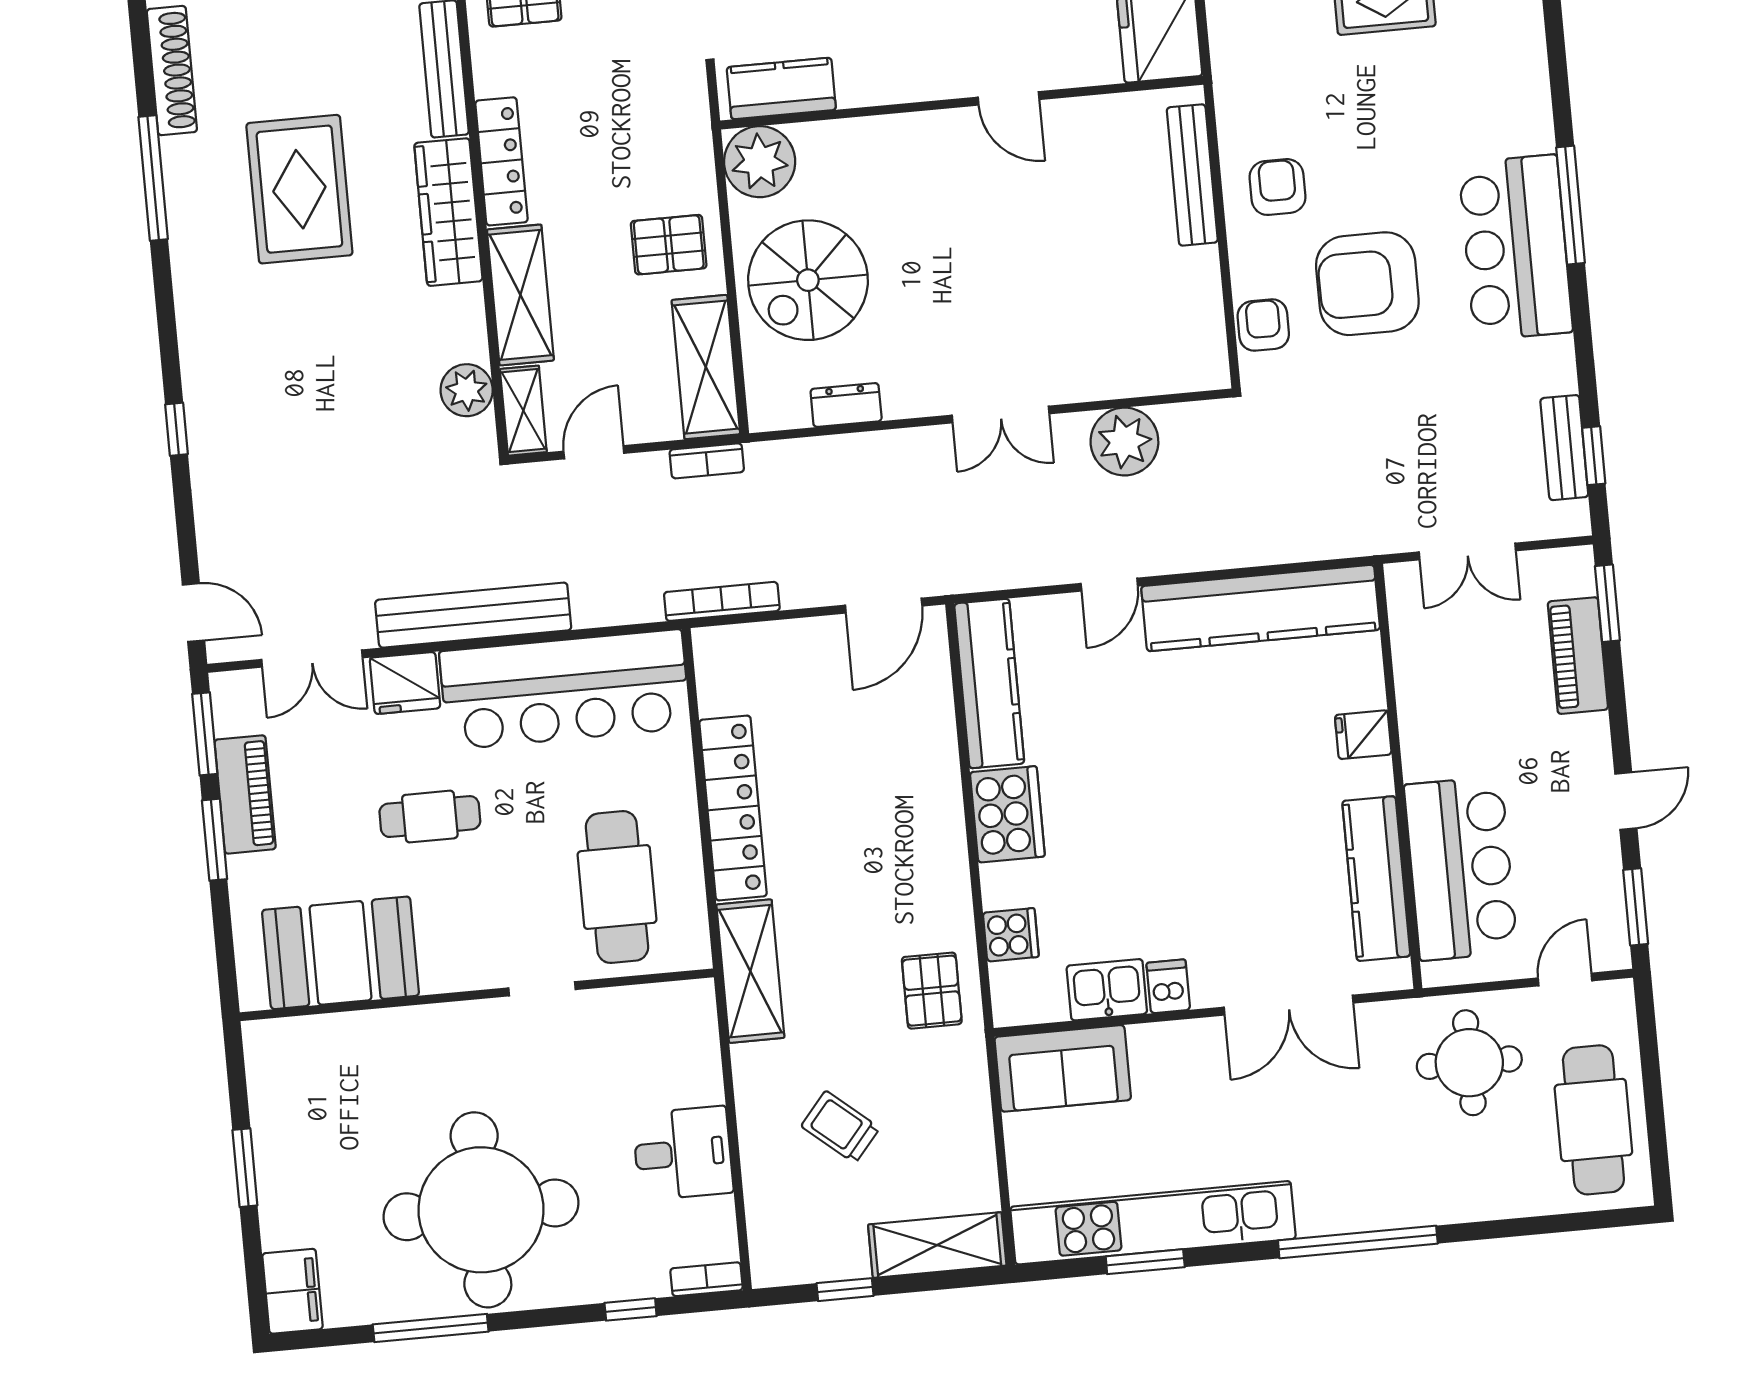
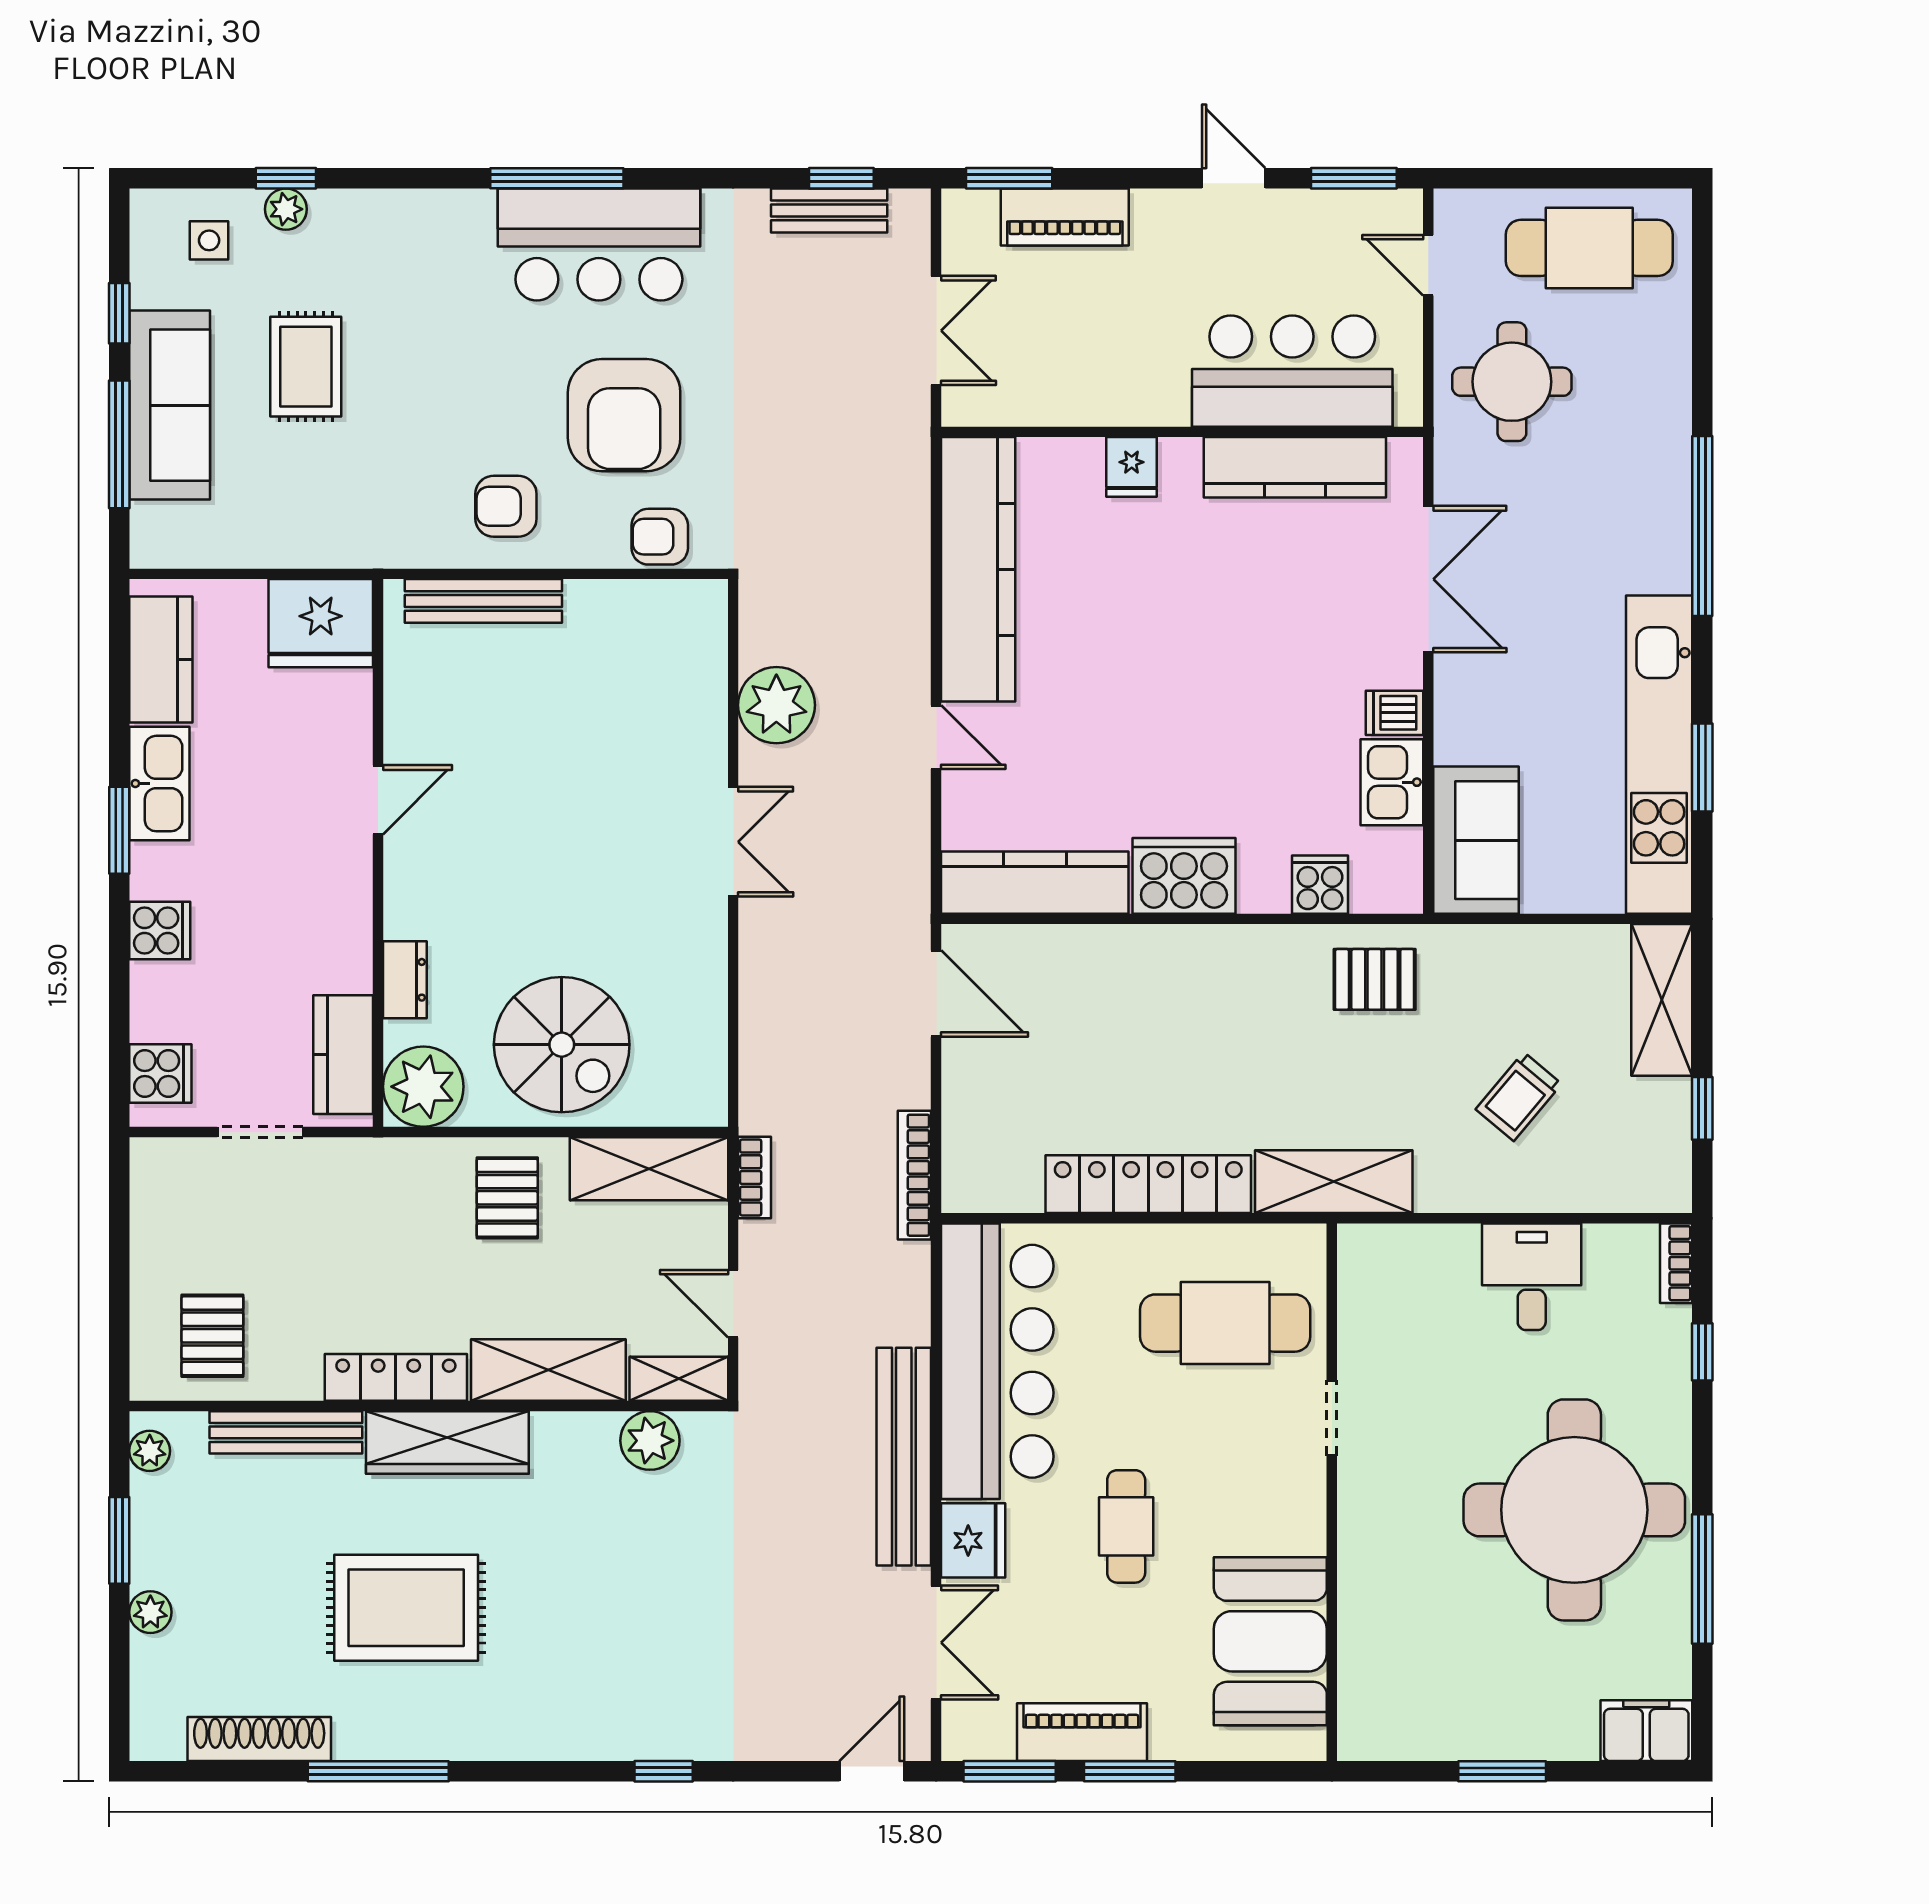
dresser: (846, 405) -> (405, 980), moved, turned 180

